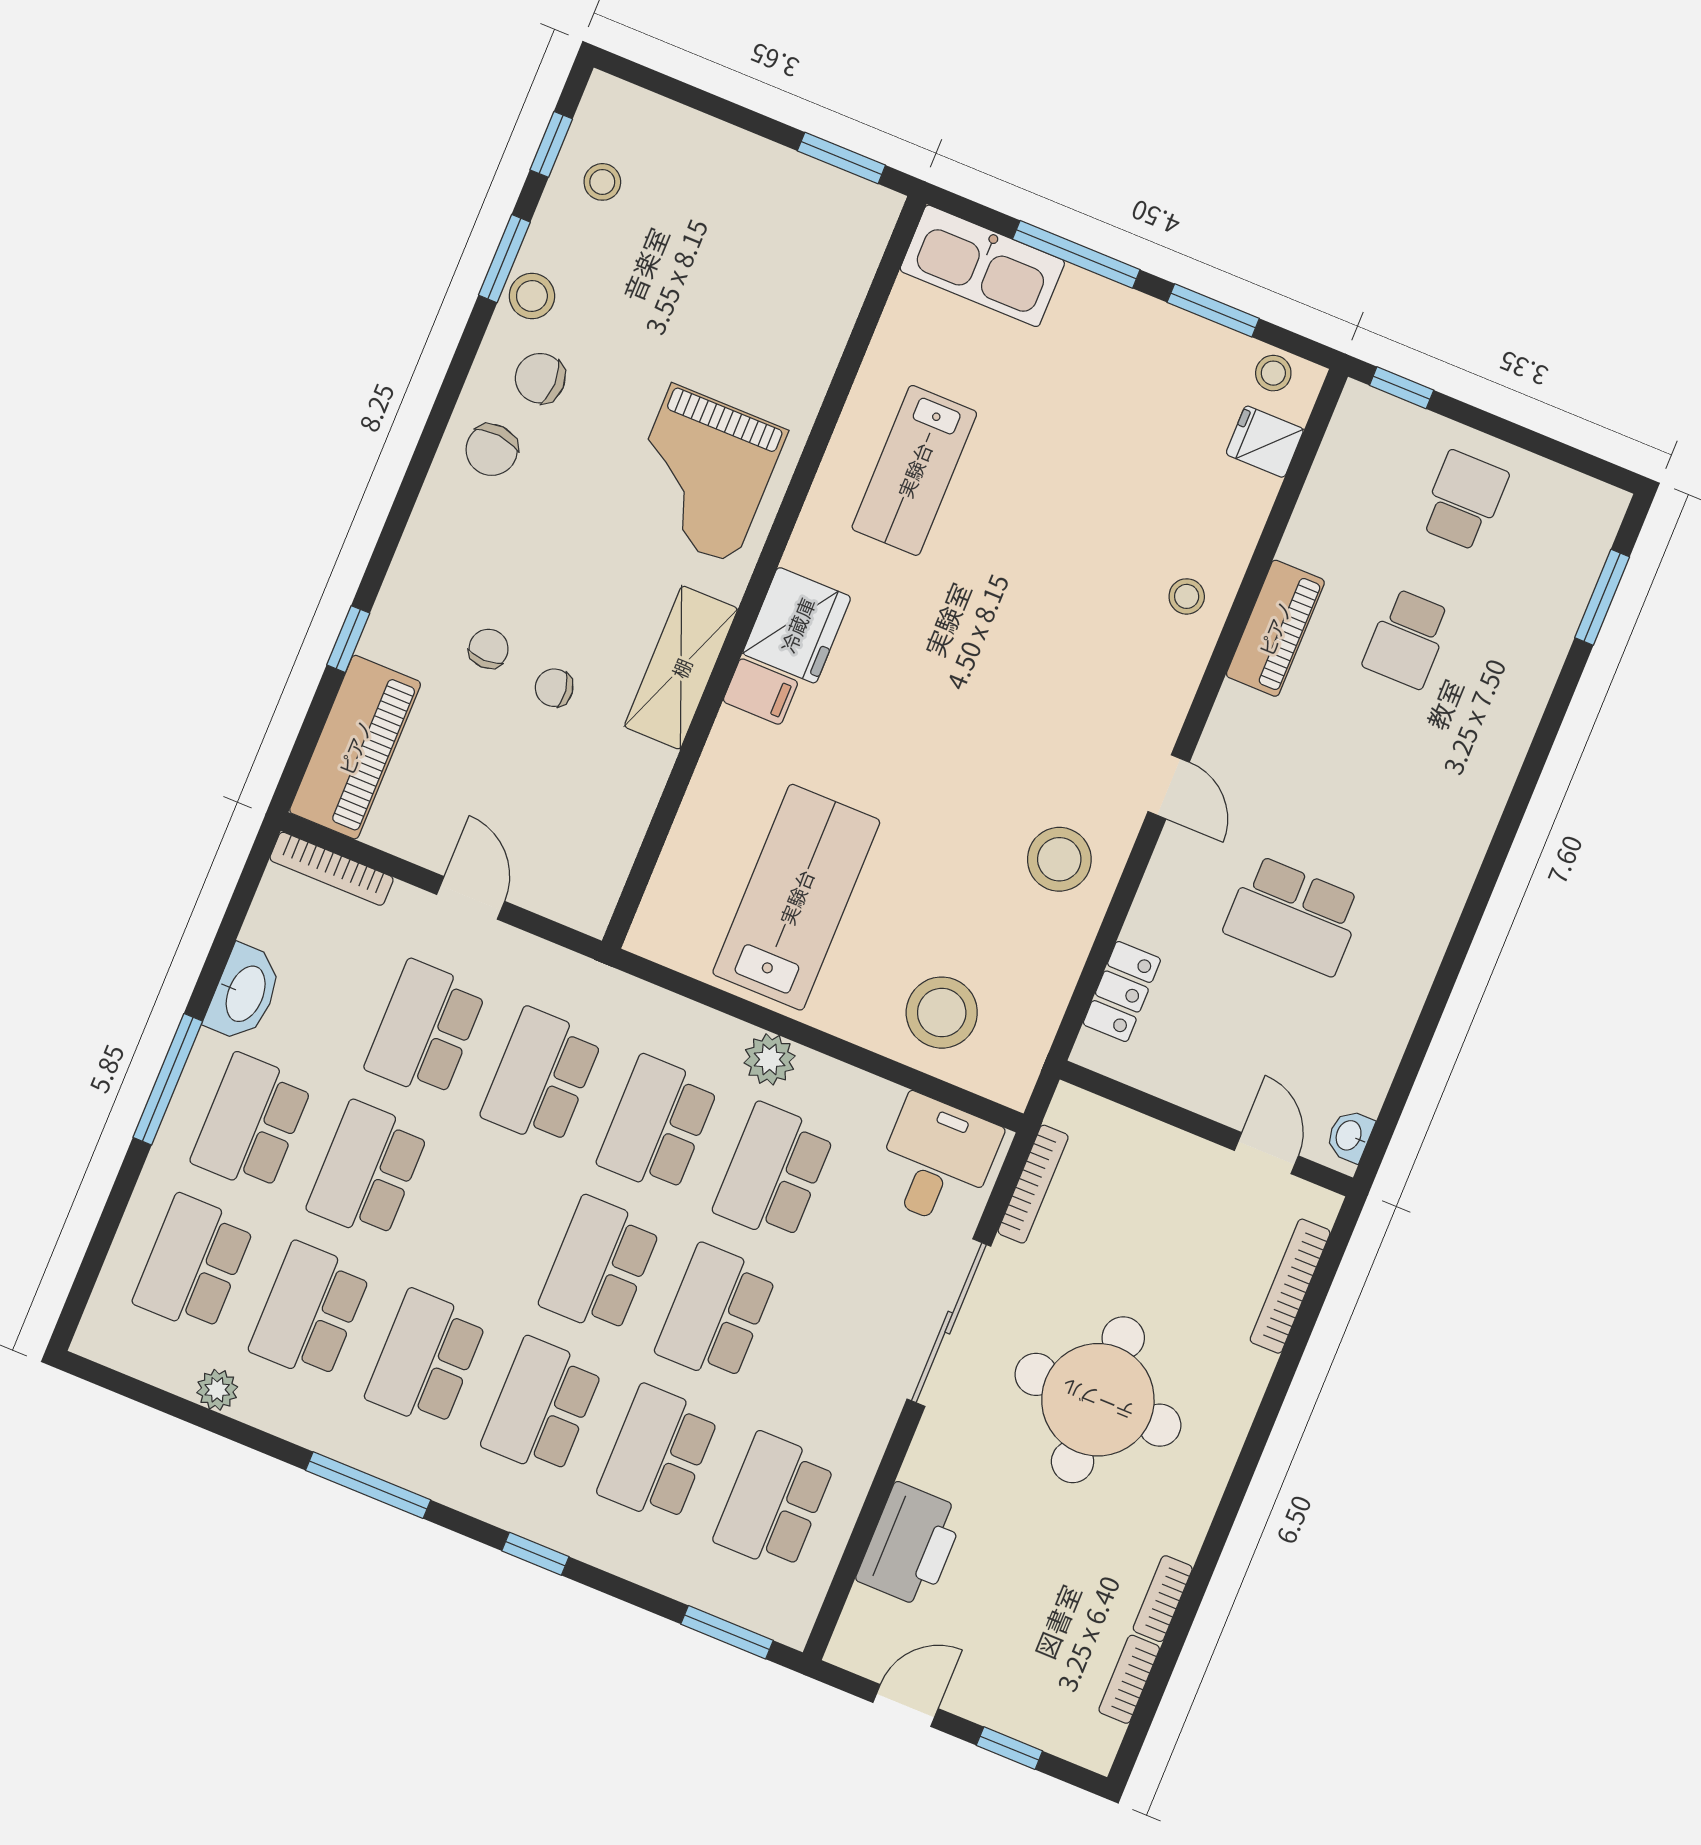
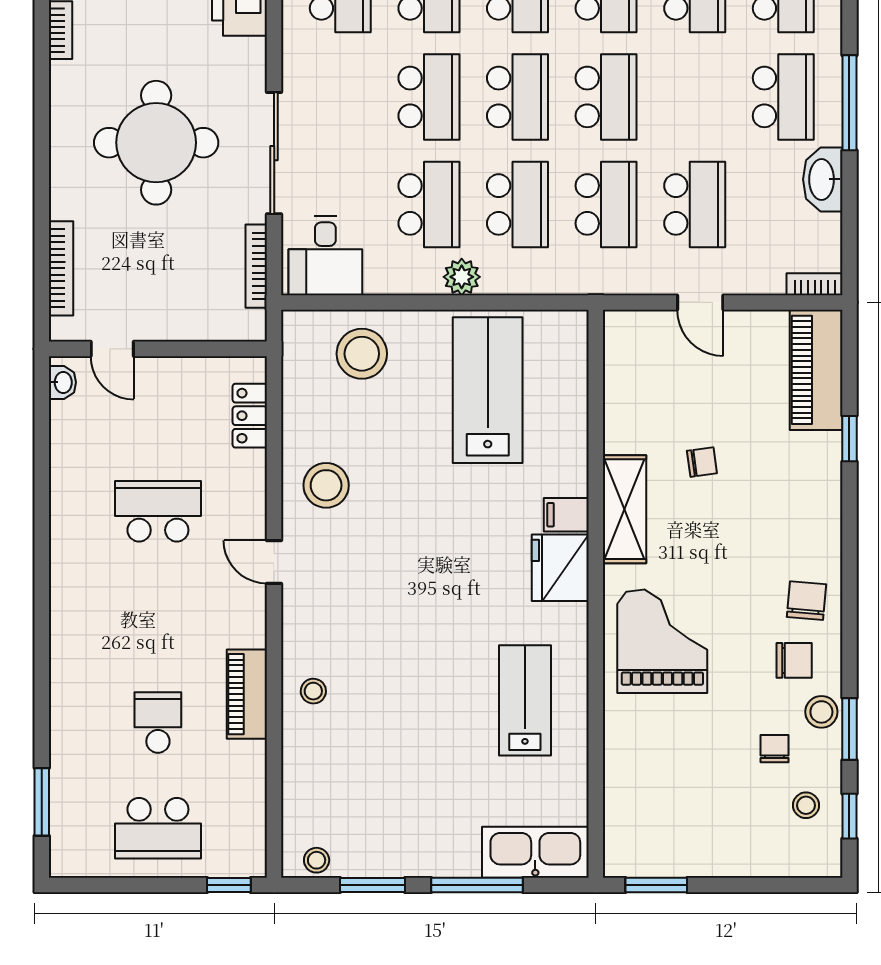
fridge: (1265, 442) -> (304, 813), removed
school desk: (1464, 500) -> (158, 828), width x1.85
chair: (489, 649) -> (775, 749), moved, turned 180
bookcase: (332, 869) -> (815, 284), width x0.64
lab bench: (796, 897) -> (488, 390), turned 180
school desk: (367, 1170) -> (606, 97), moved

